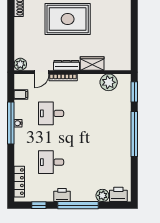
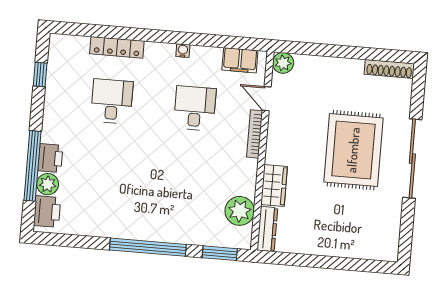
dresser: (66, 65) -> (267, 229), moved
filing cabinet: (21, 95) -> (240, 60), width x2.00
window: (11, 123) -> (184, 38), removed
locker: (19, 182) -> (117, 47), moved
printer: (62, 195) -> (50, 158), moved
window: (78, 205) -> (32, 166), moved

